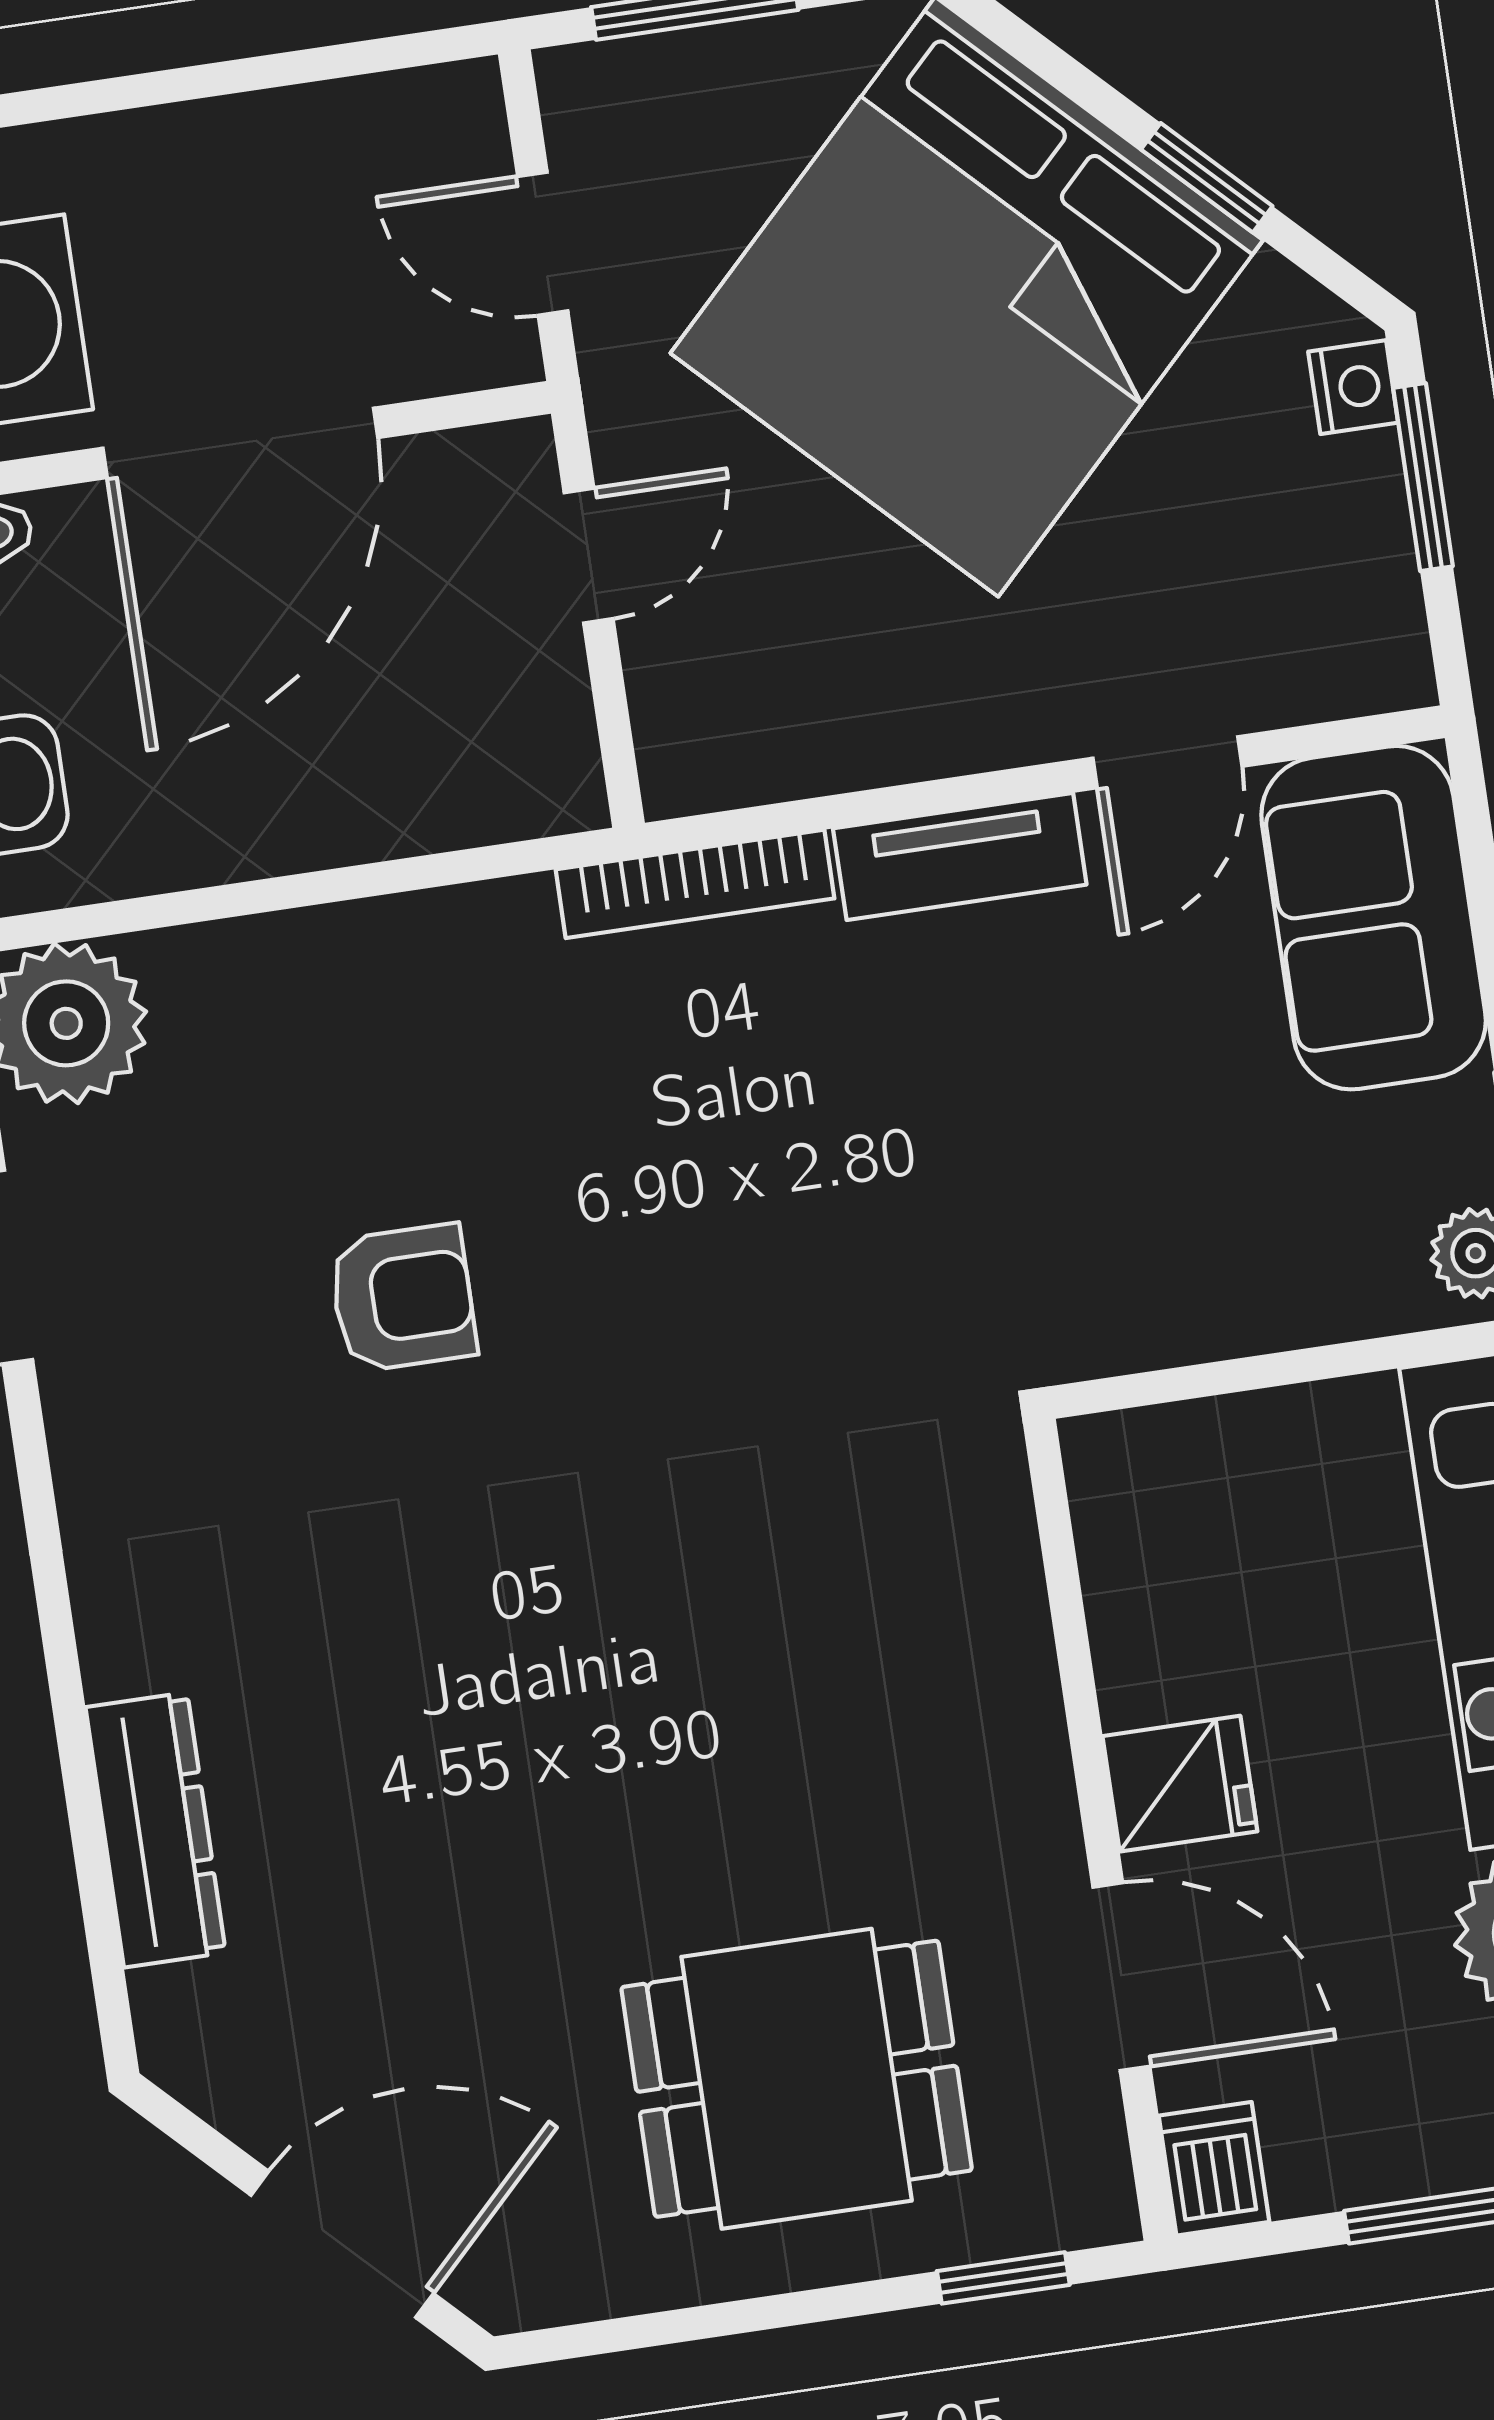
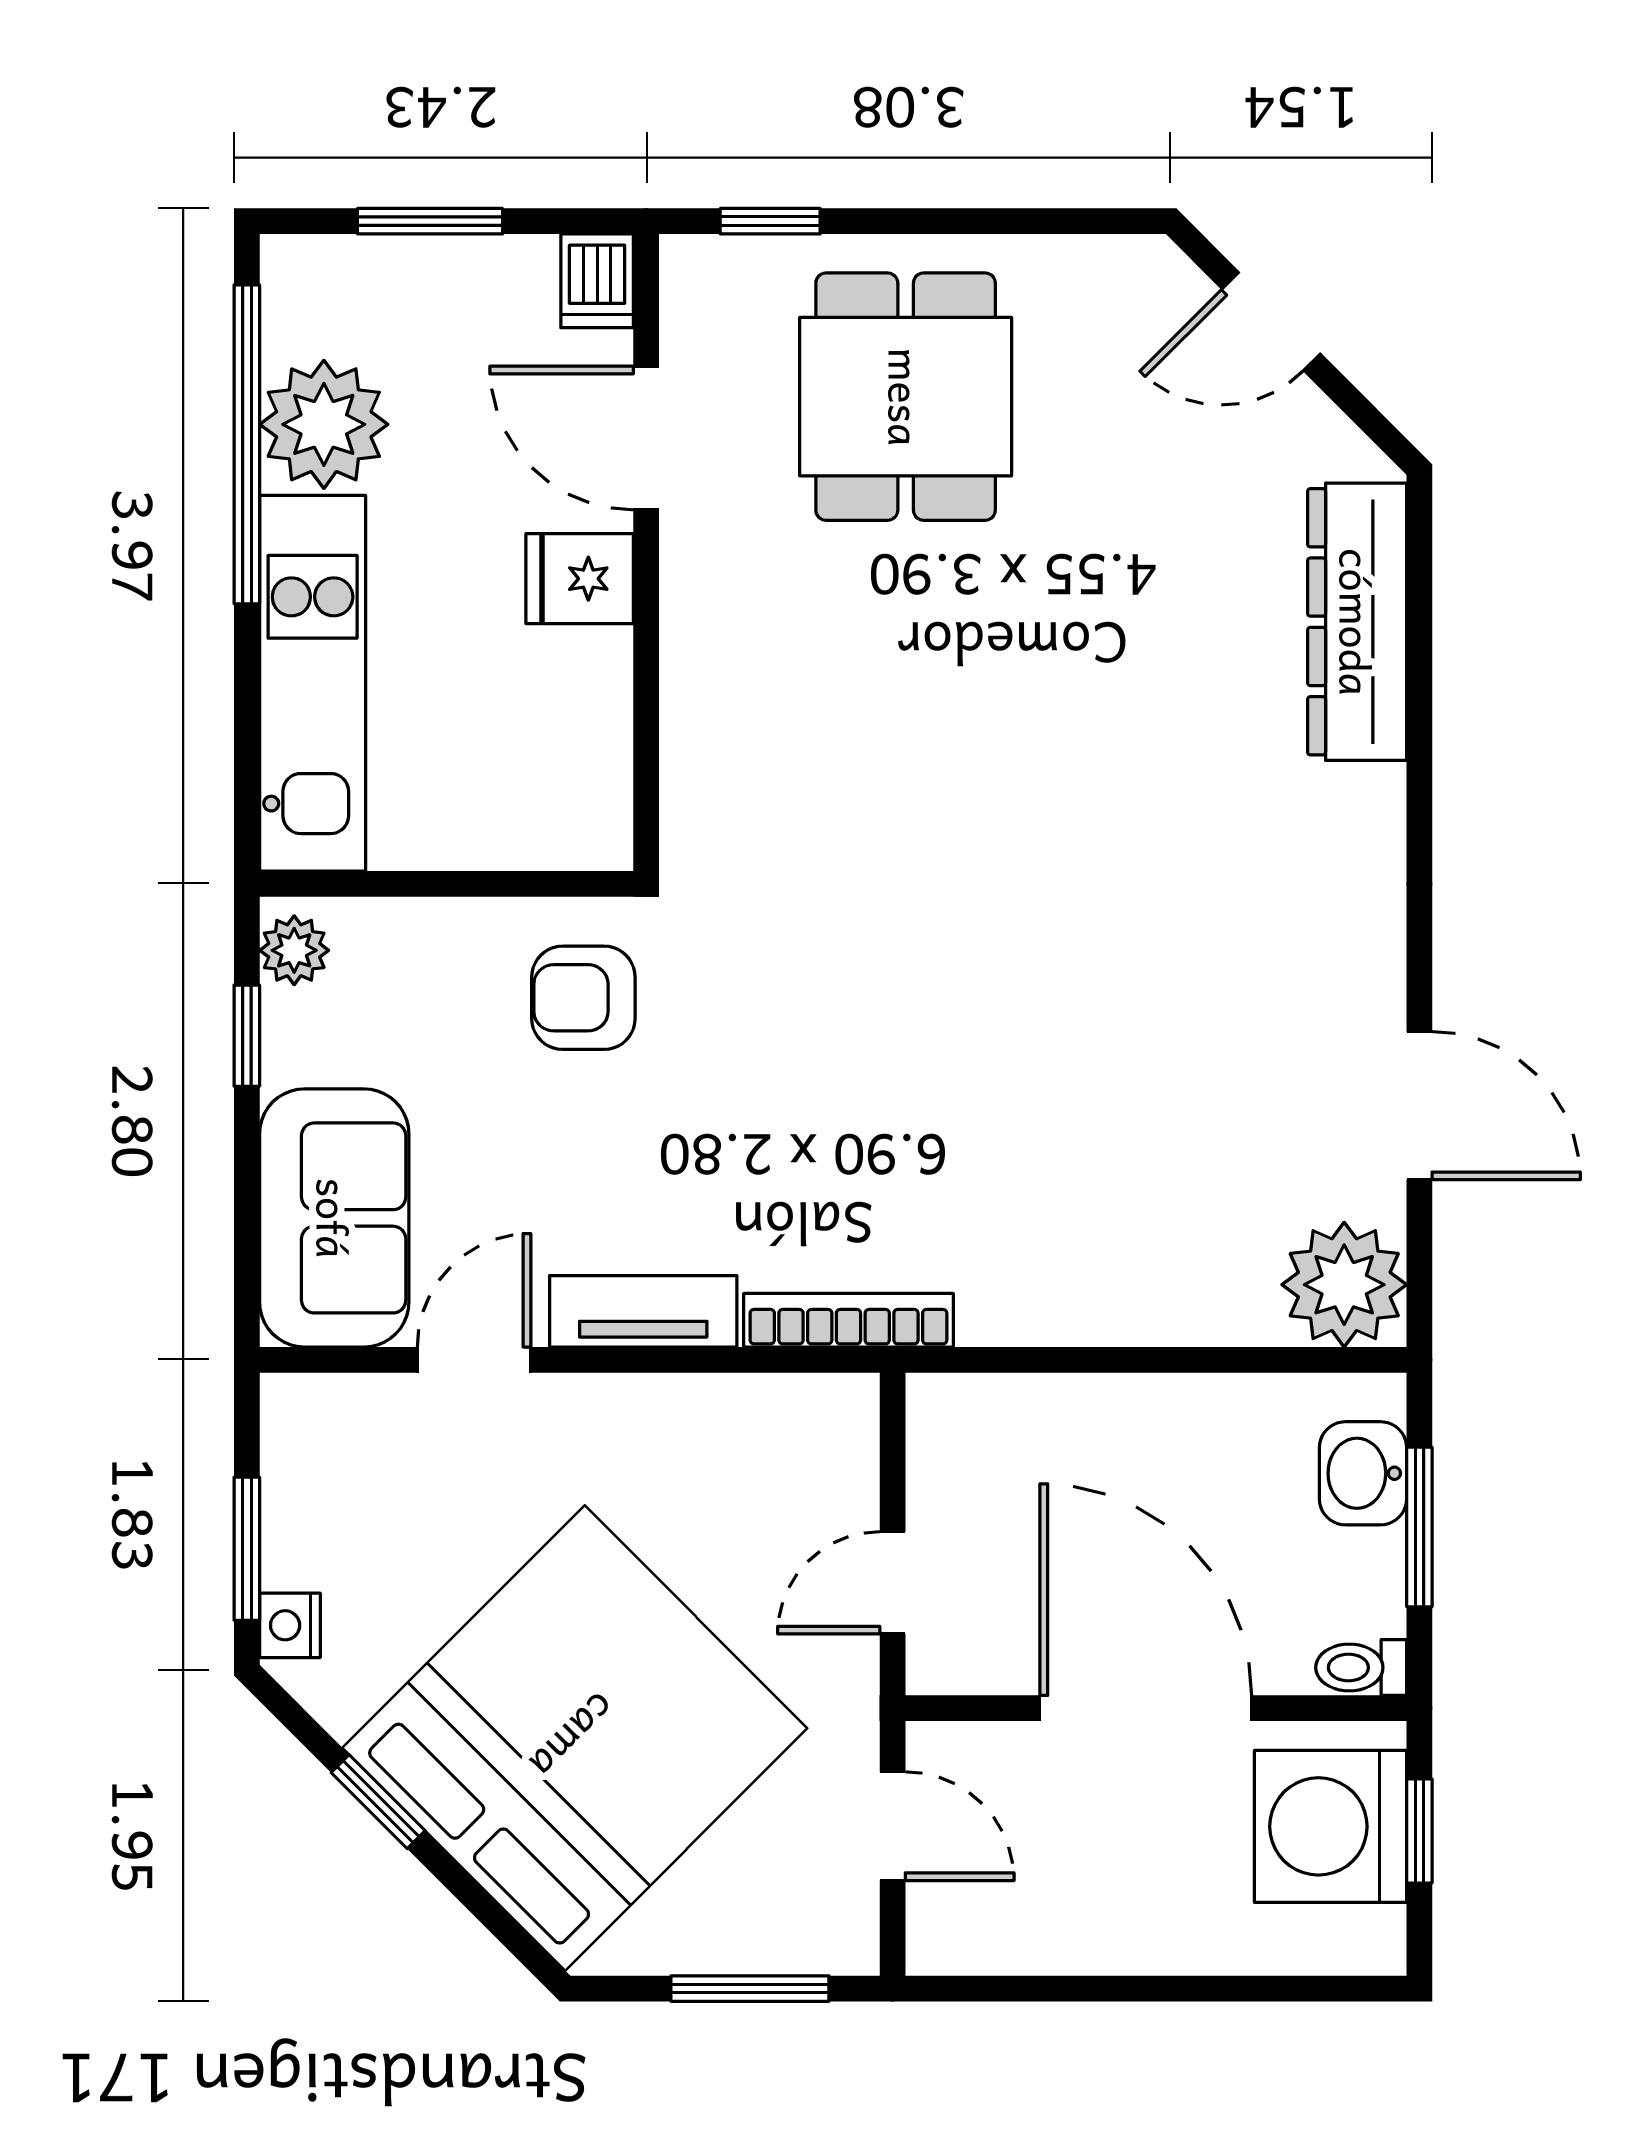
door: (240, 443) -> (1146, 1708), hinge flipped
armchair: (403, 1298) -> (583, 998), moved
dresser: (156, 1830) -> (1357, 622), width x1.37, depth x1.24
dining table: (797, 2079) -> (906, 397), turned 90
door: (342, 2244) -> (1271, 321), width x0.73

